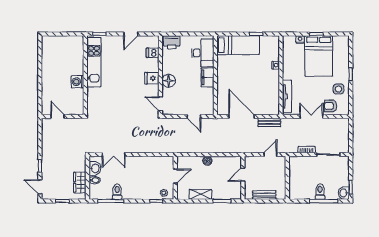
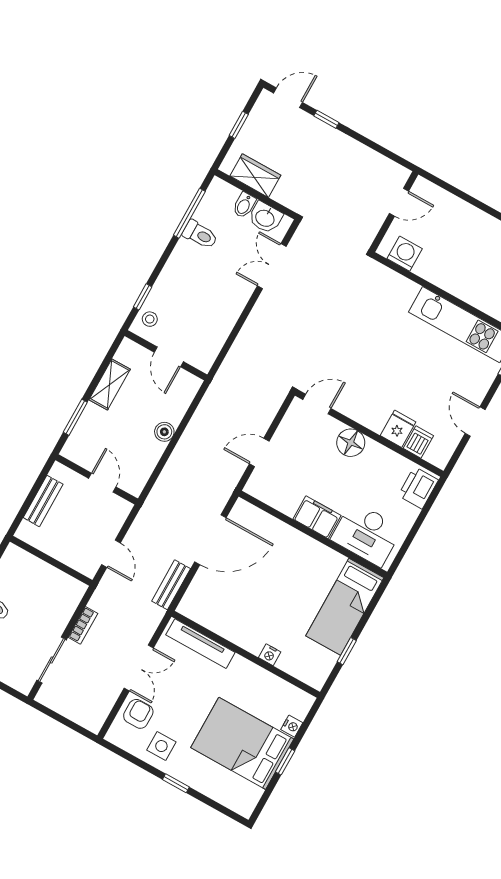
fridge: (152, 78) -> (398, 429), moved
washing machine: (78, 82) -> (405, 254), moved

